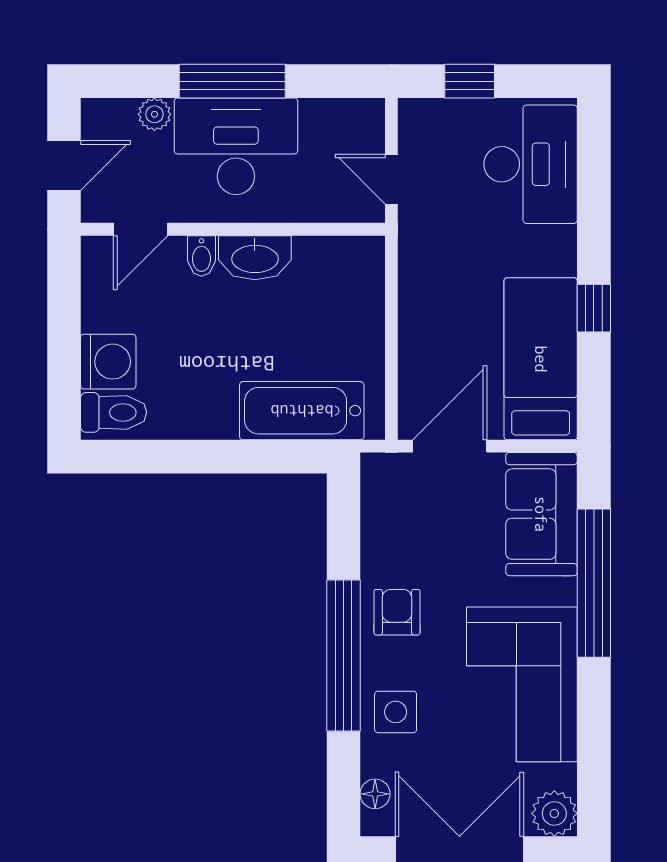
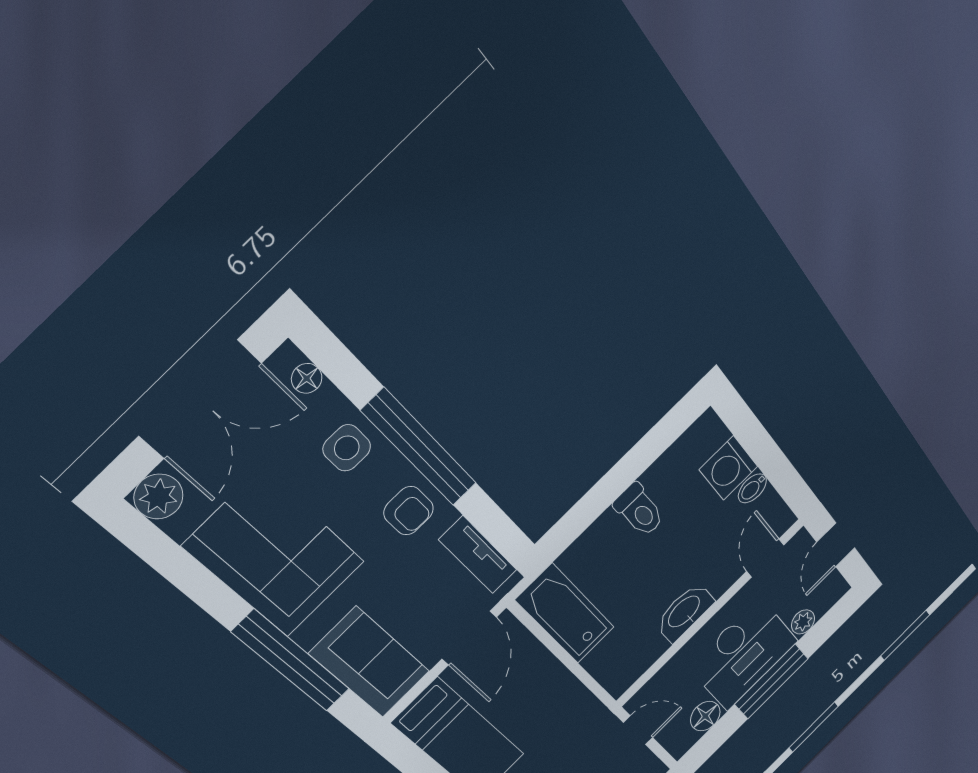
floor lamp: (321, 118) -> (705, 716), added
bidet: (201, 256) -> (752, 488), moved, turned -90
bathtub: (302, 411) -> (565, 614), moved, turned -90
toilet: (114, 412) -> (639, 510), moved, turned -90
tv unit: (379, 515) -> (478, 555), added

